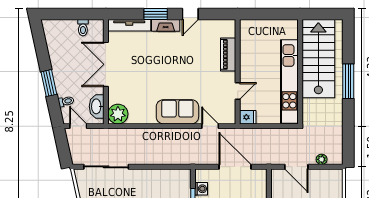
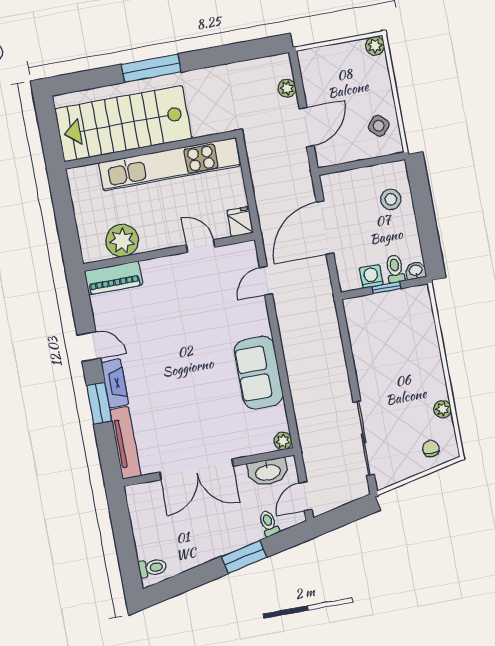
toilet: (83, 28) -> (153, 568), moved
plant: (249, 45) -> (122, 241), added
piano: (228, 54) -> (113, 278), moved
sofa: (177, 112) -> (259, 373), moved
plant: (118, 114) -> (283, 441), width x0.53, depth x0.53

